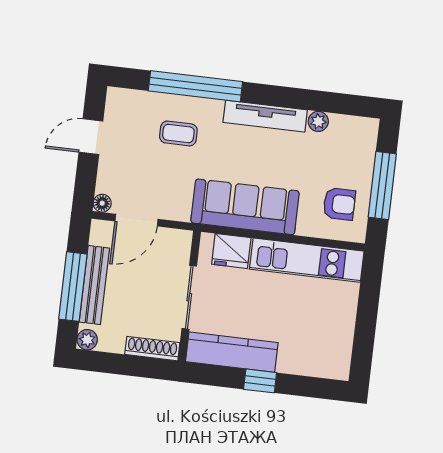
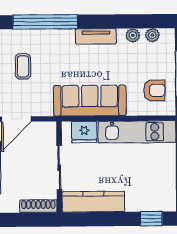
tv unit: (265, 116) -> (96, 36), width x0.71
plant: (346, 125) -> (152, 35), added
coffee table: (178, 133) -> (23, 66), moved, turned 90
window: (260, 381) -> (151, 219), moved

